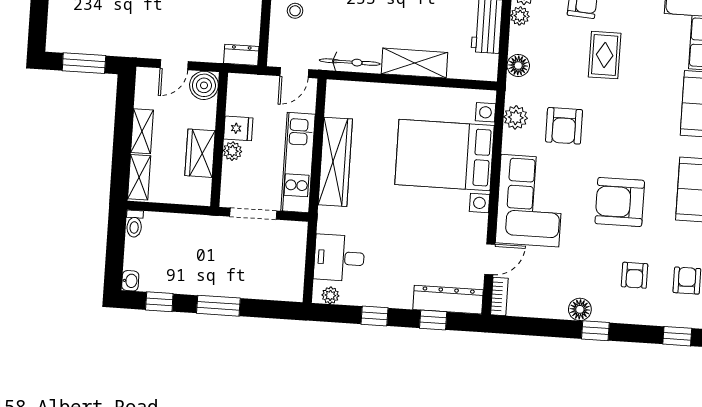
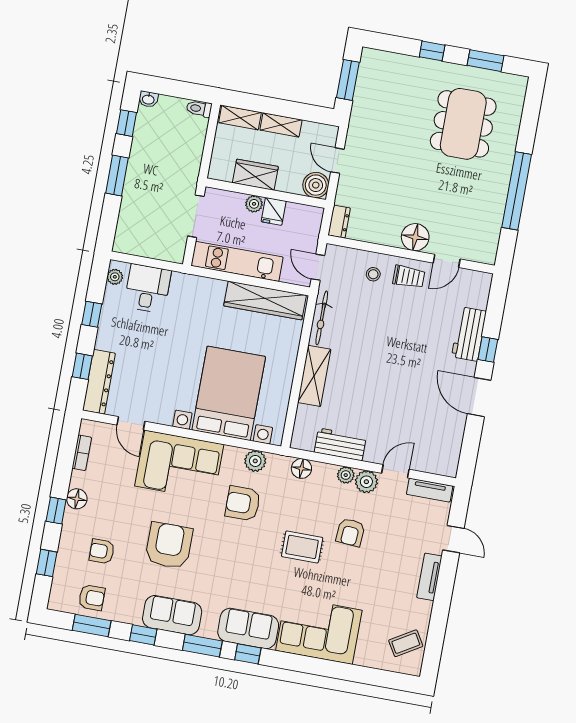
wardrobe: (335, 162) -> (265, 300), moved
bookcase: (499, 296) -> (82, 453), moved, turned -90
window: (677, 336) -> (47, 563), moved

